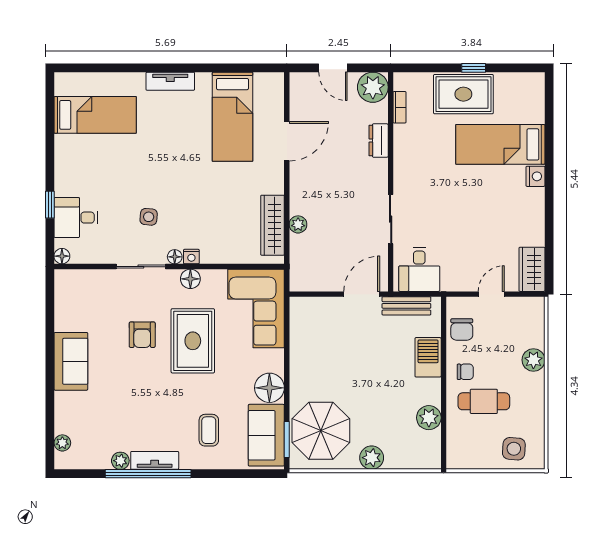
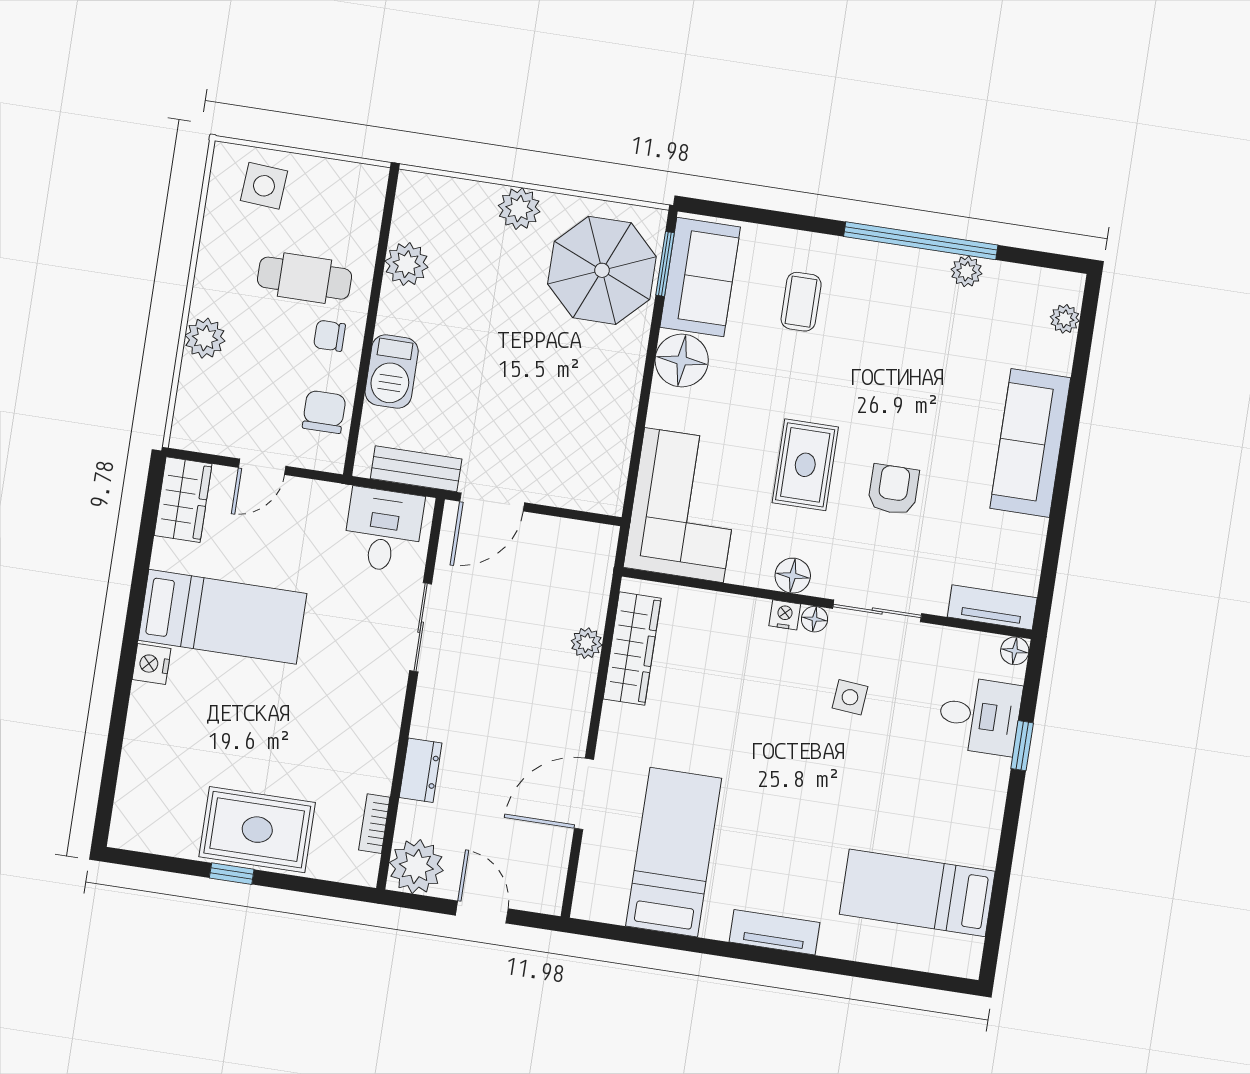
bed: (500, 144) -> (222, 617), moved
rug: (193, 341) -> (805, 465), width x0.73, depth x0.70
sofa: (71, 361) -> (1030, 443), width x1.36
tv unit: (155, 460) -> (992, 607), moved, turned 180

